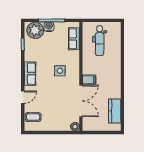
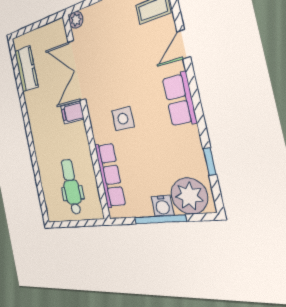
row of seats: (74, 39) -> (110, 175), width x1.48

